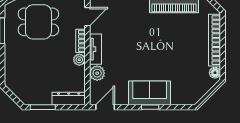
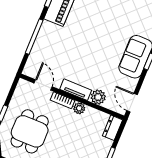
dresser: (69, 98) -> (112, 128), width x0.70

